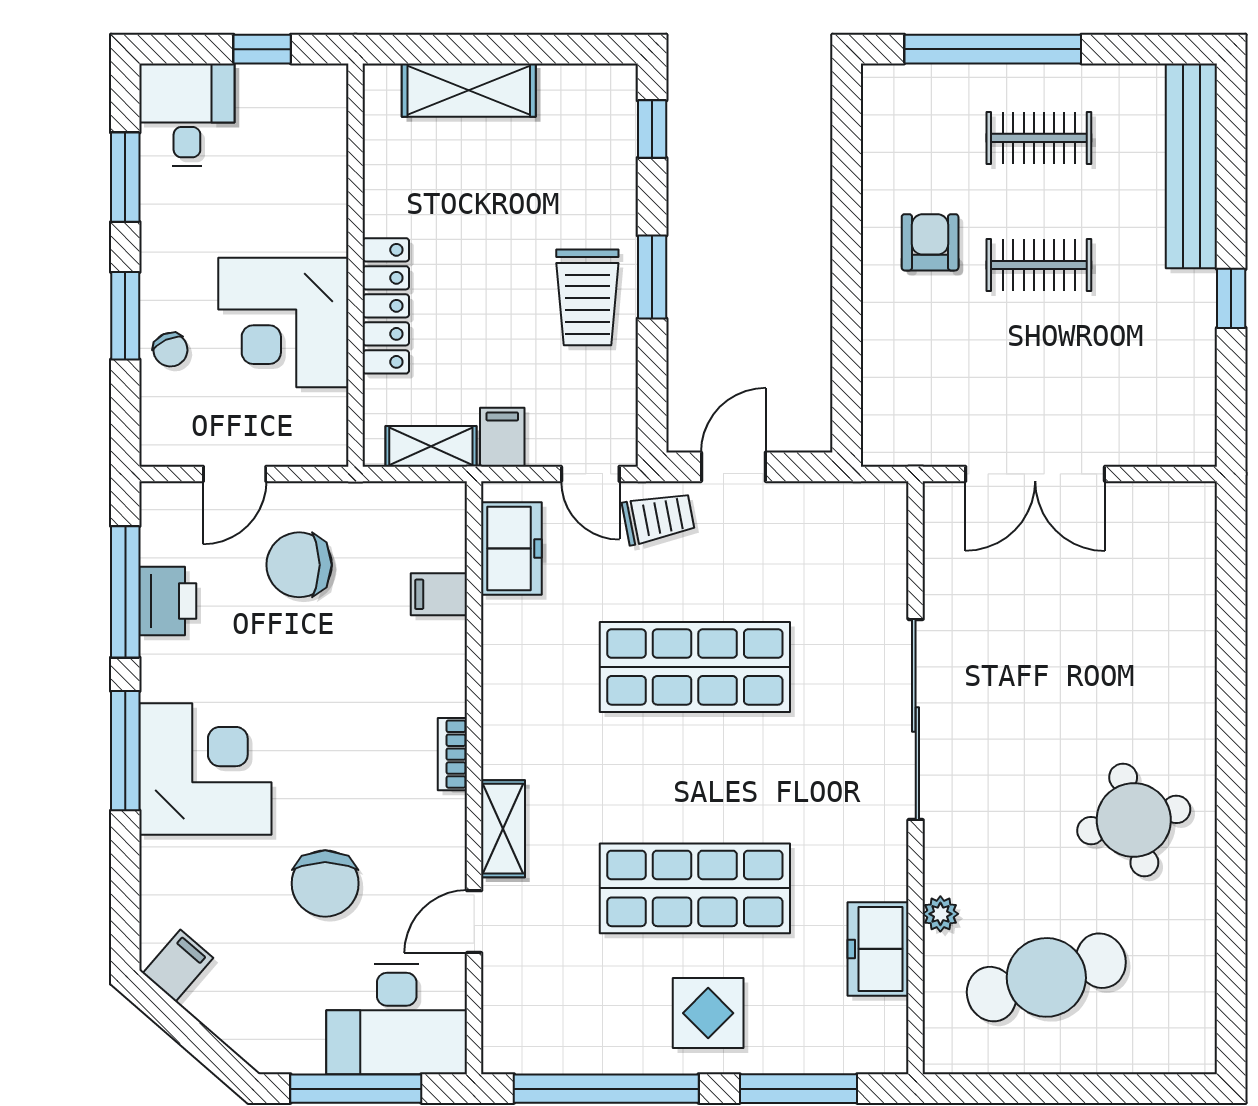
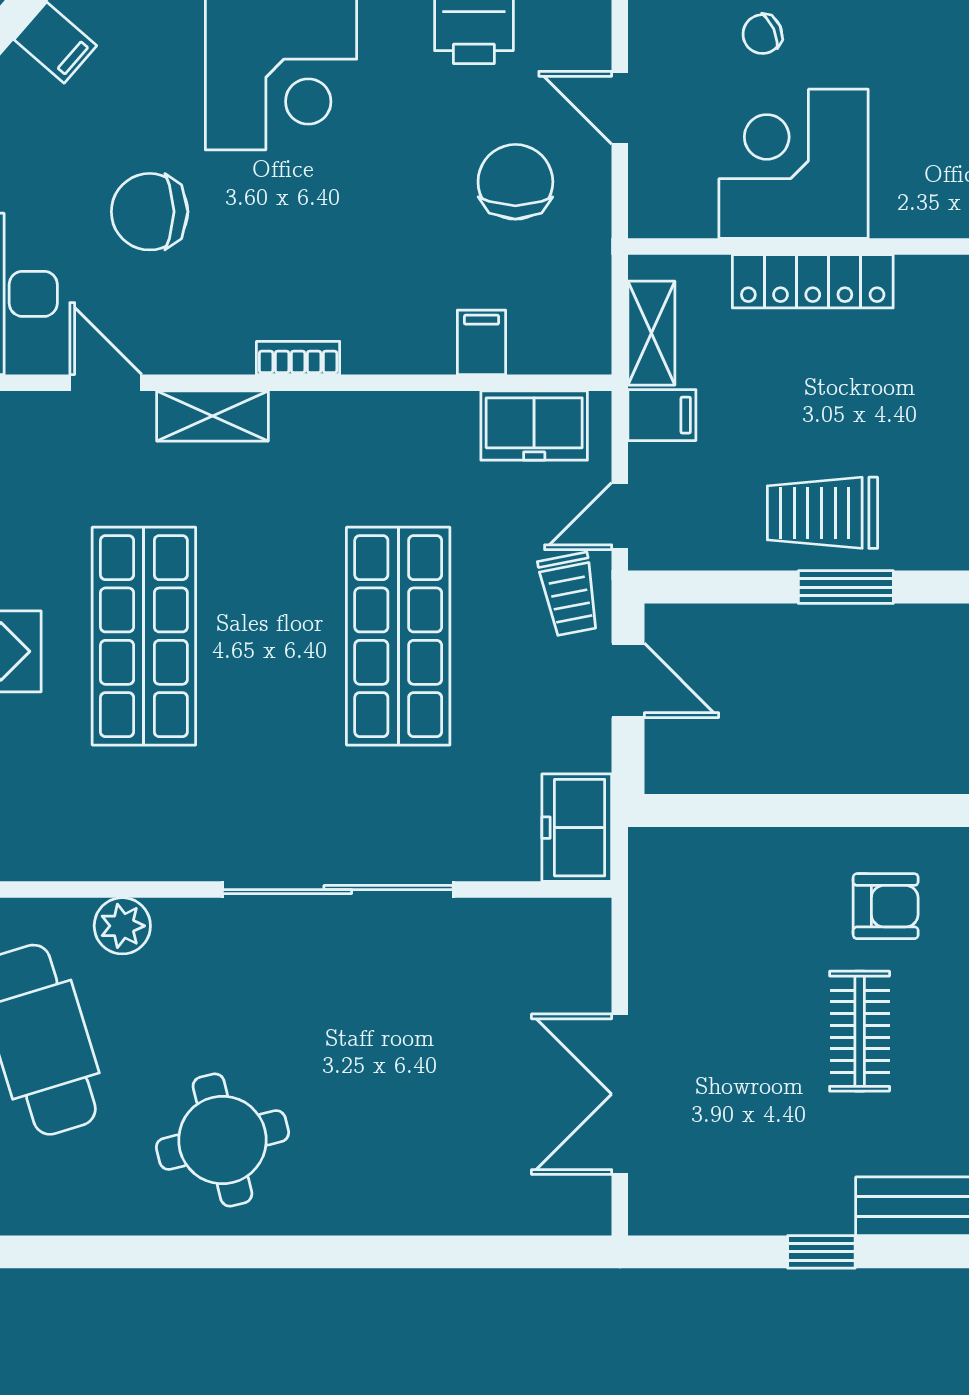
double door: (1035, 474) -> (620, 1094), moved
plant: (940, 914) -> (122, 926), width x1.38, depth x1.38
freezer: (878, 949) -> (577, 828), moved, turned -90

